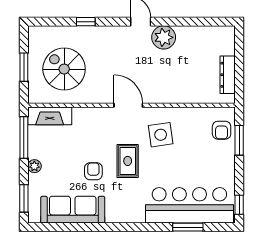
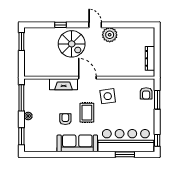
window: (24, 67) -> (21, 42), moved
spiral stairs: (64, 69) -> (72, 44), moved, turned 180
fireplace: (50, 116) -> (64, 84), moved
sofa: (73, 210) -> (77, 143), moved

